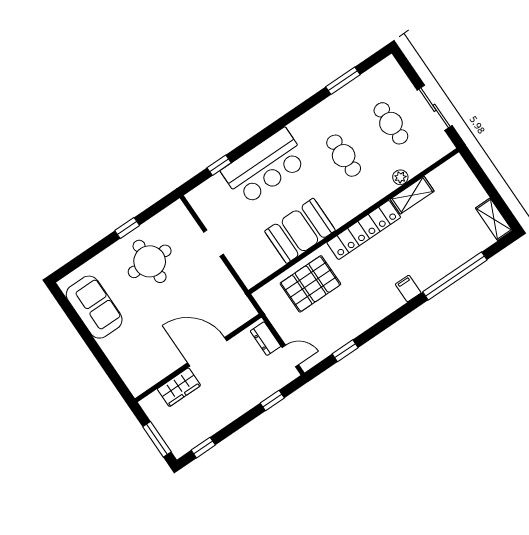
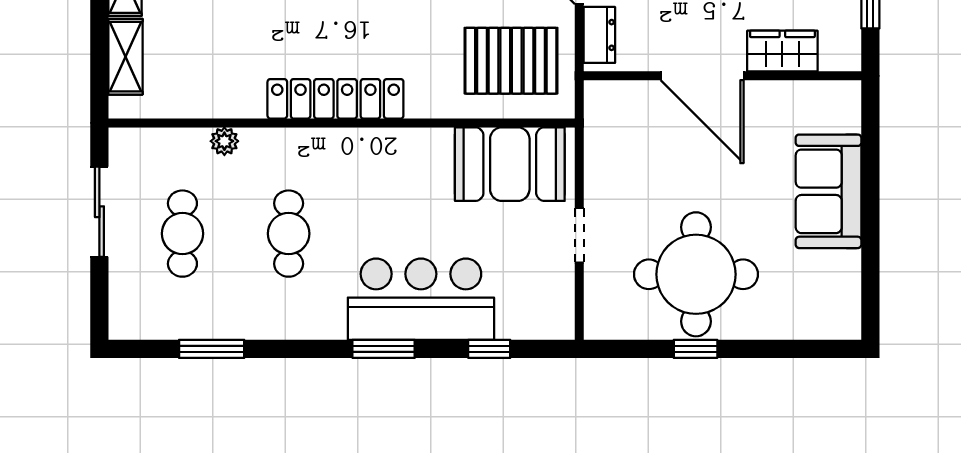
window: (266, 133) -> (384, 349), added
shelving: (412, 195) -> (126, 57), moved, turned 90
booth: (300, 231) -> (510, 164), moved
round table: (150, 261) -> (696, 274), width x1.36, depth x1.36
pallet: (310, 284) -> (511, 61), moved
sofa: (94, 307) -> (829, 191), moved

